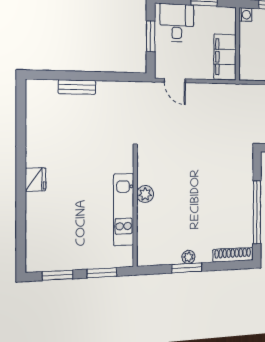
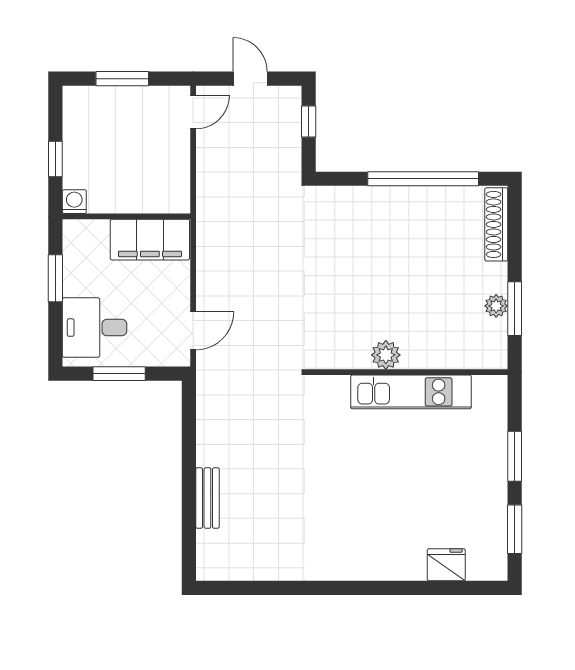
fridge: (36, 180) -> (446, 565), moved
plant: (145, 194) -> (386, 355), moved
wall: (135, 207) -> (407, 372), moved
kitchen unit: (124, 210) -> (411, 392), moved

